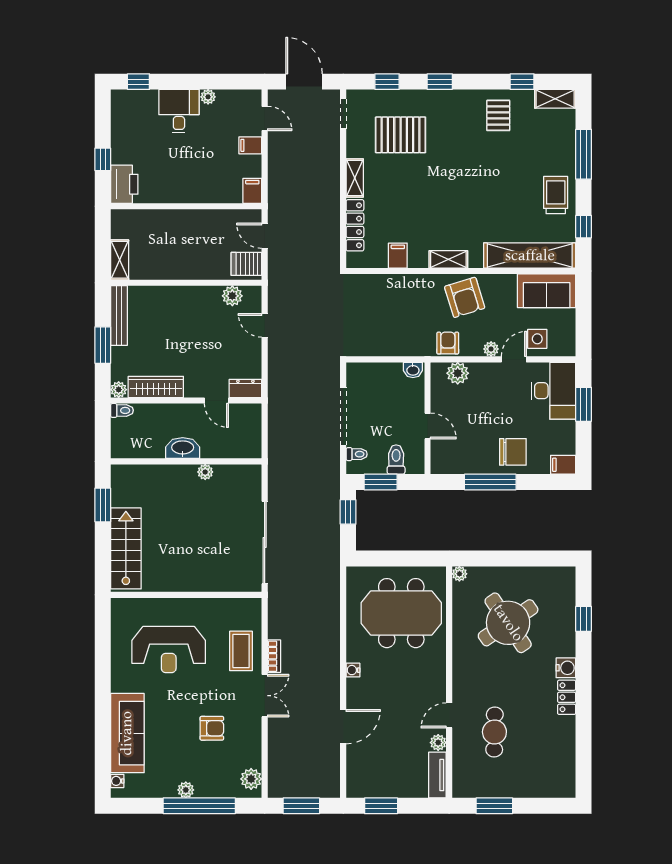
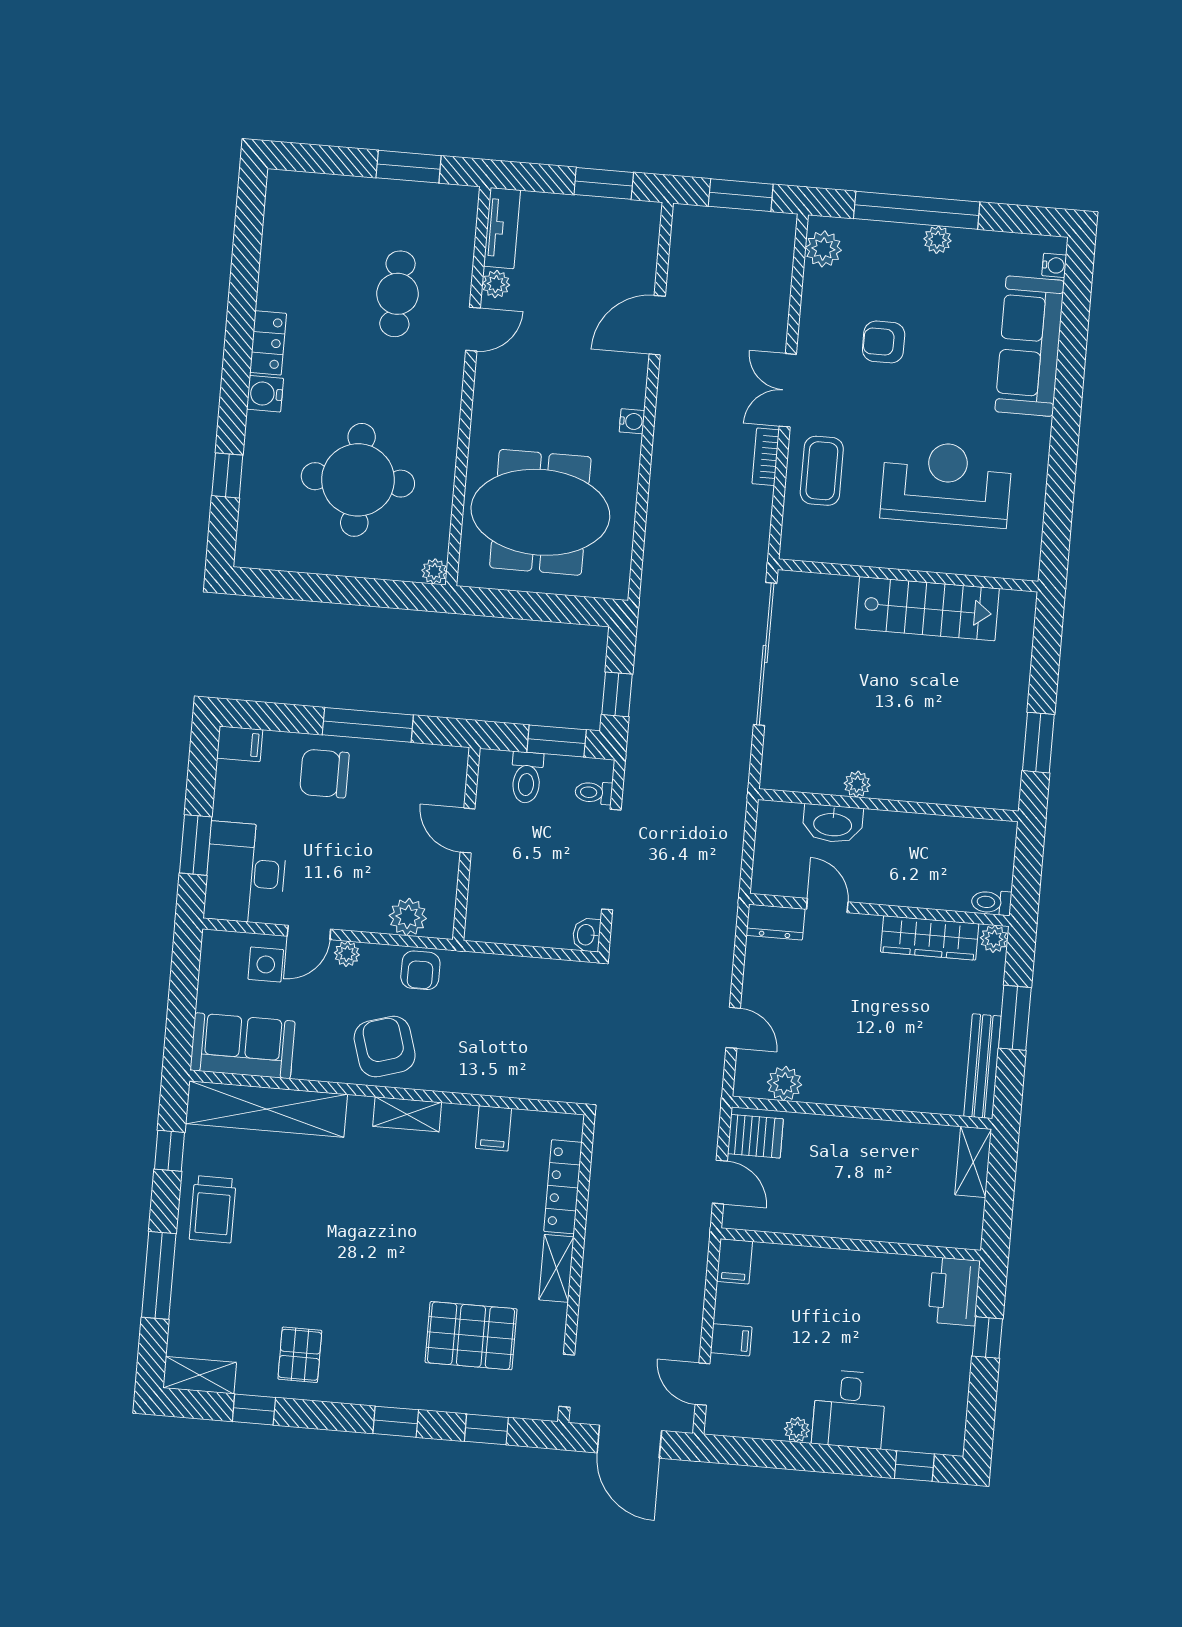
washbasin: (413, 370) -> (587, 935), moved, turned -90
washbasin: (183, 448) -> (833, 824), moved
stairs: (126, 548) -> (927, 609), moved, turned -90
round table: (508, 623) -> (358, 480), turned 34

